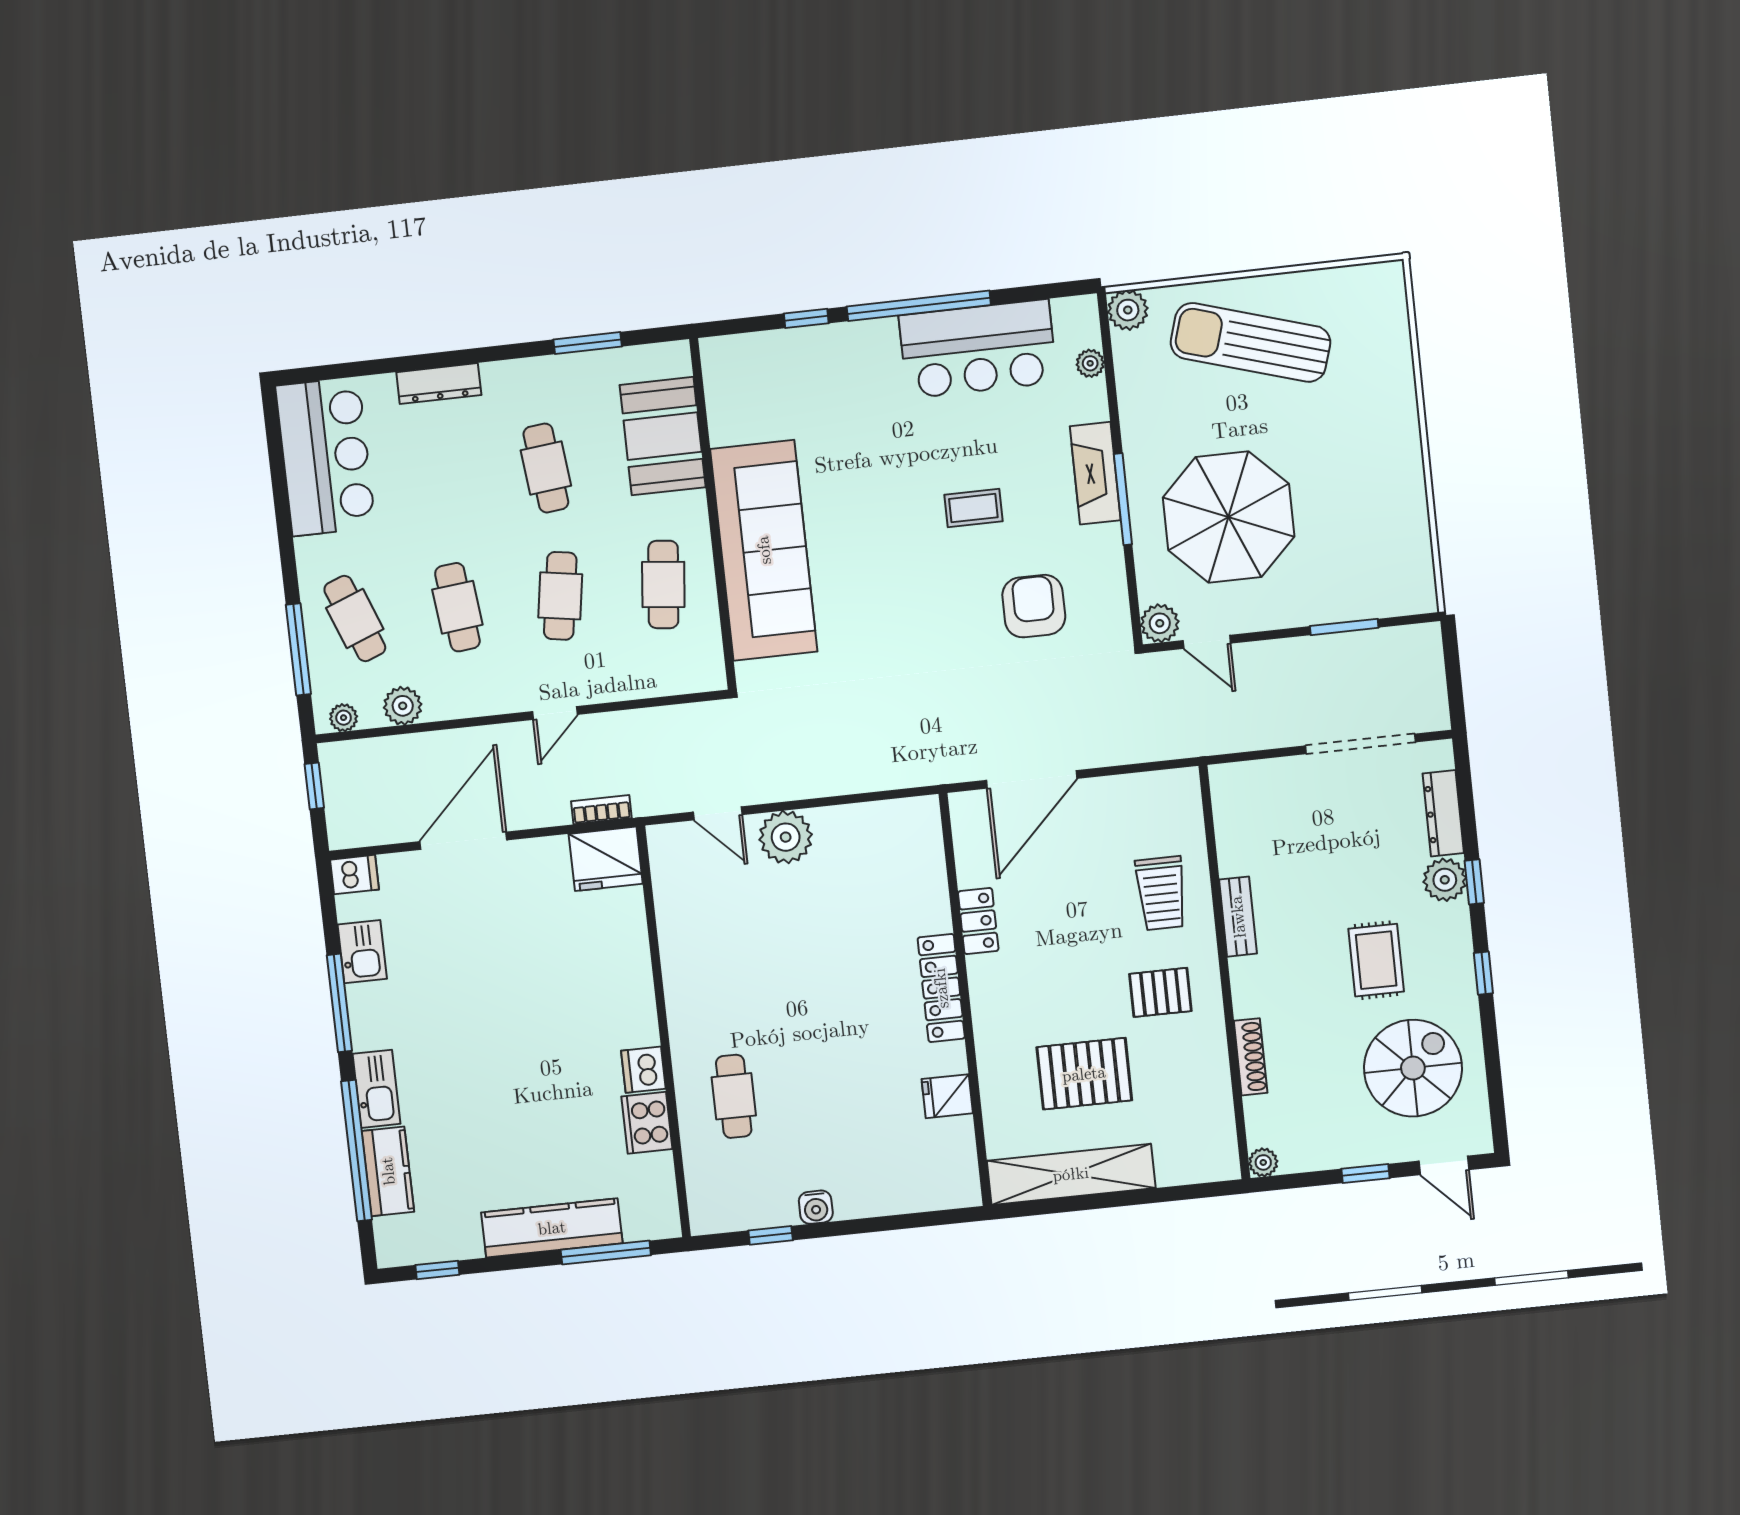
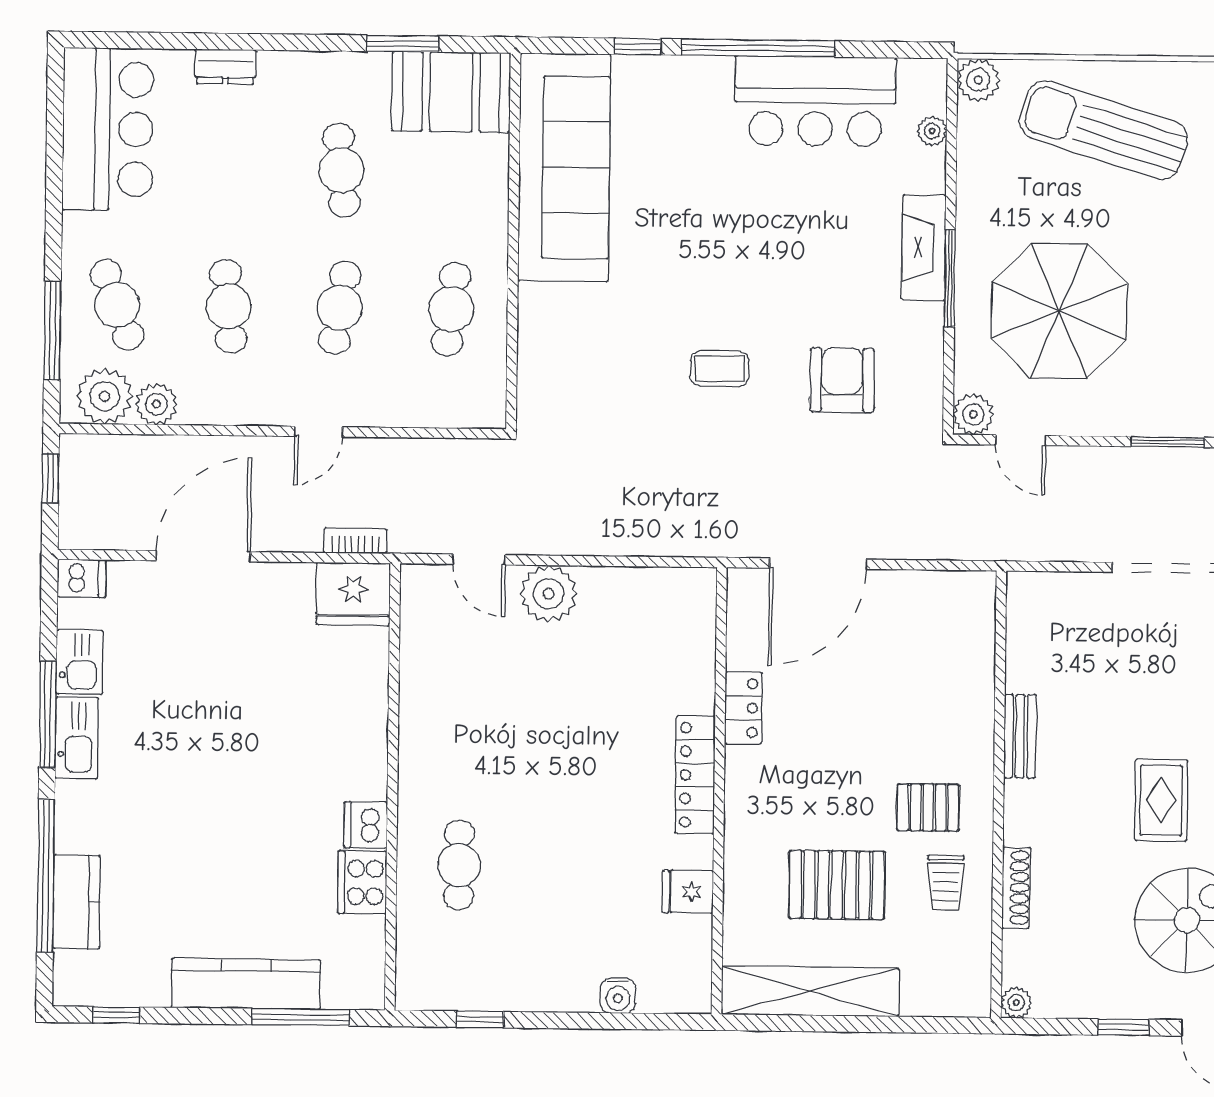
dresser: (439, 384) -> (225, 67), width x0.70
booth: (663, 436) -> (451, 92), moved, turned 90
coffee table: (973, 508) -> (720, 369), moved
sofa: (764, 550) -> (564, 167), moved
plant: (344, 718) -> (105, 396), width x1.87, depth x1.87
trolley: (1161, 893) -> (946, 883), moved, width x0.73, depth x0.72
kitchen sink: (376, 1089) -> (77, 738), moved
water cooler: (816, 1207) -> (618, 996), moved

